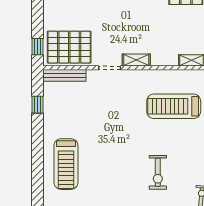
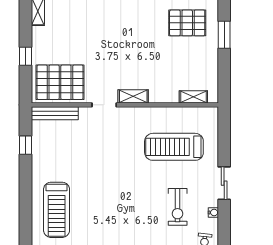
window: (38, 47) -> (26, 56), moved
exercise bike: (158, 172) -> (178, 207), moved

